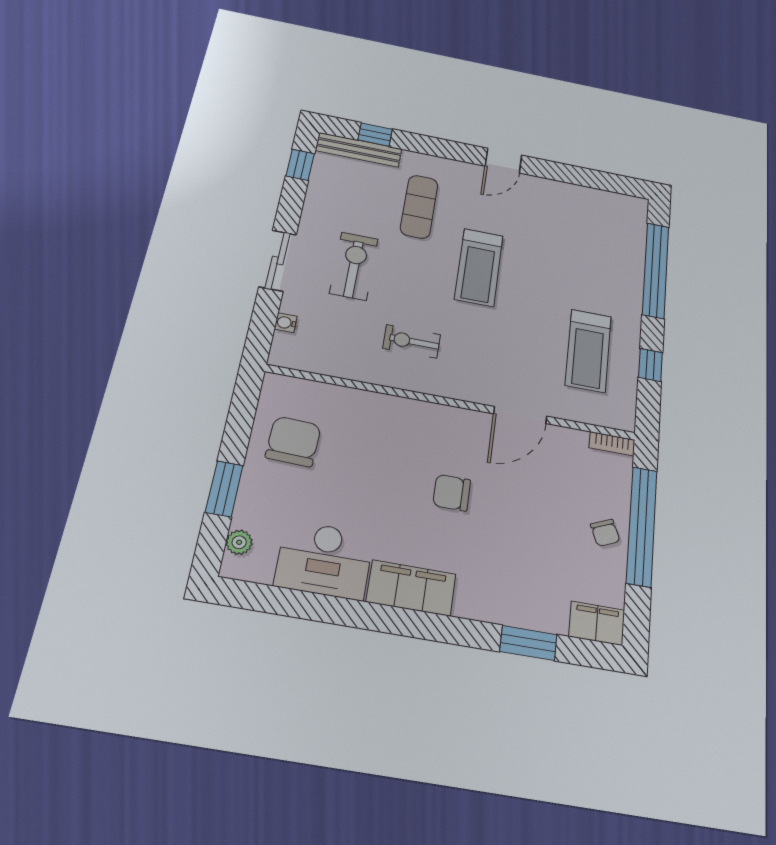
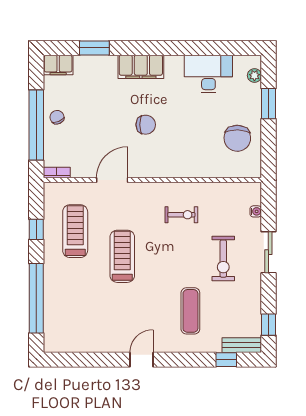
bench: (359, 150) -> (242, 345), width x0.73
treadmill: (479, 267) -> (122, 256), moved
filing cabinet: (411, 588) -> (141, 67), moved

